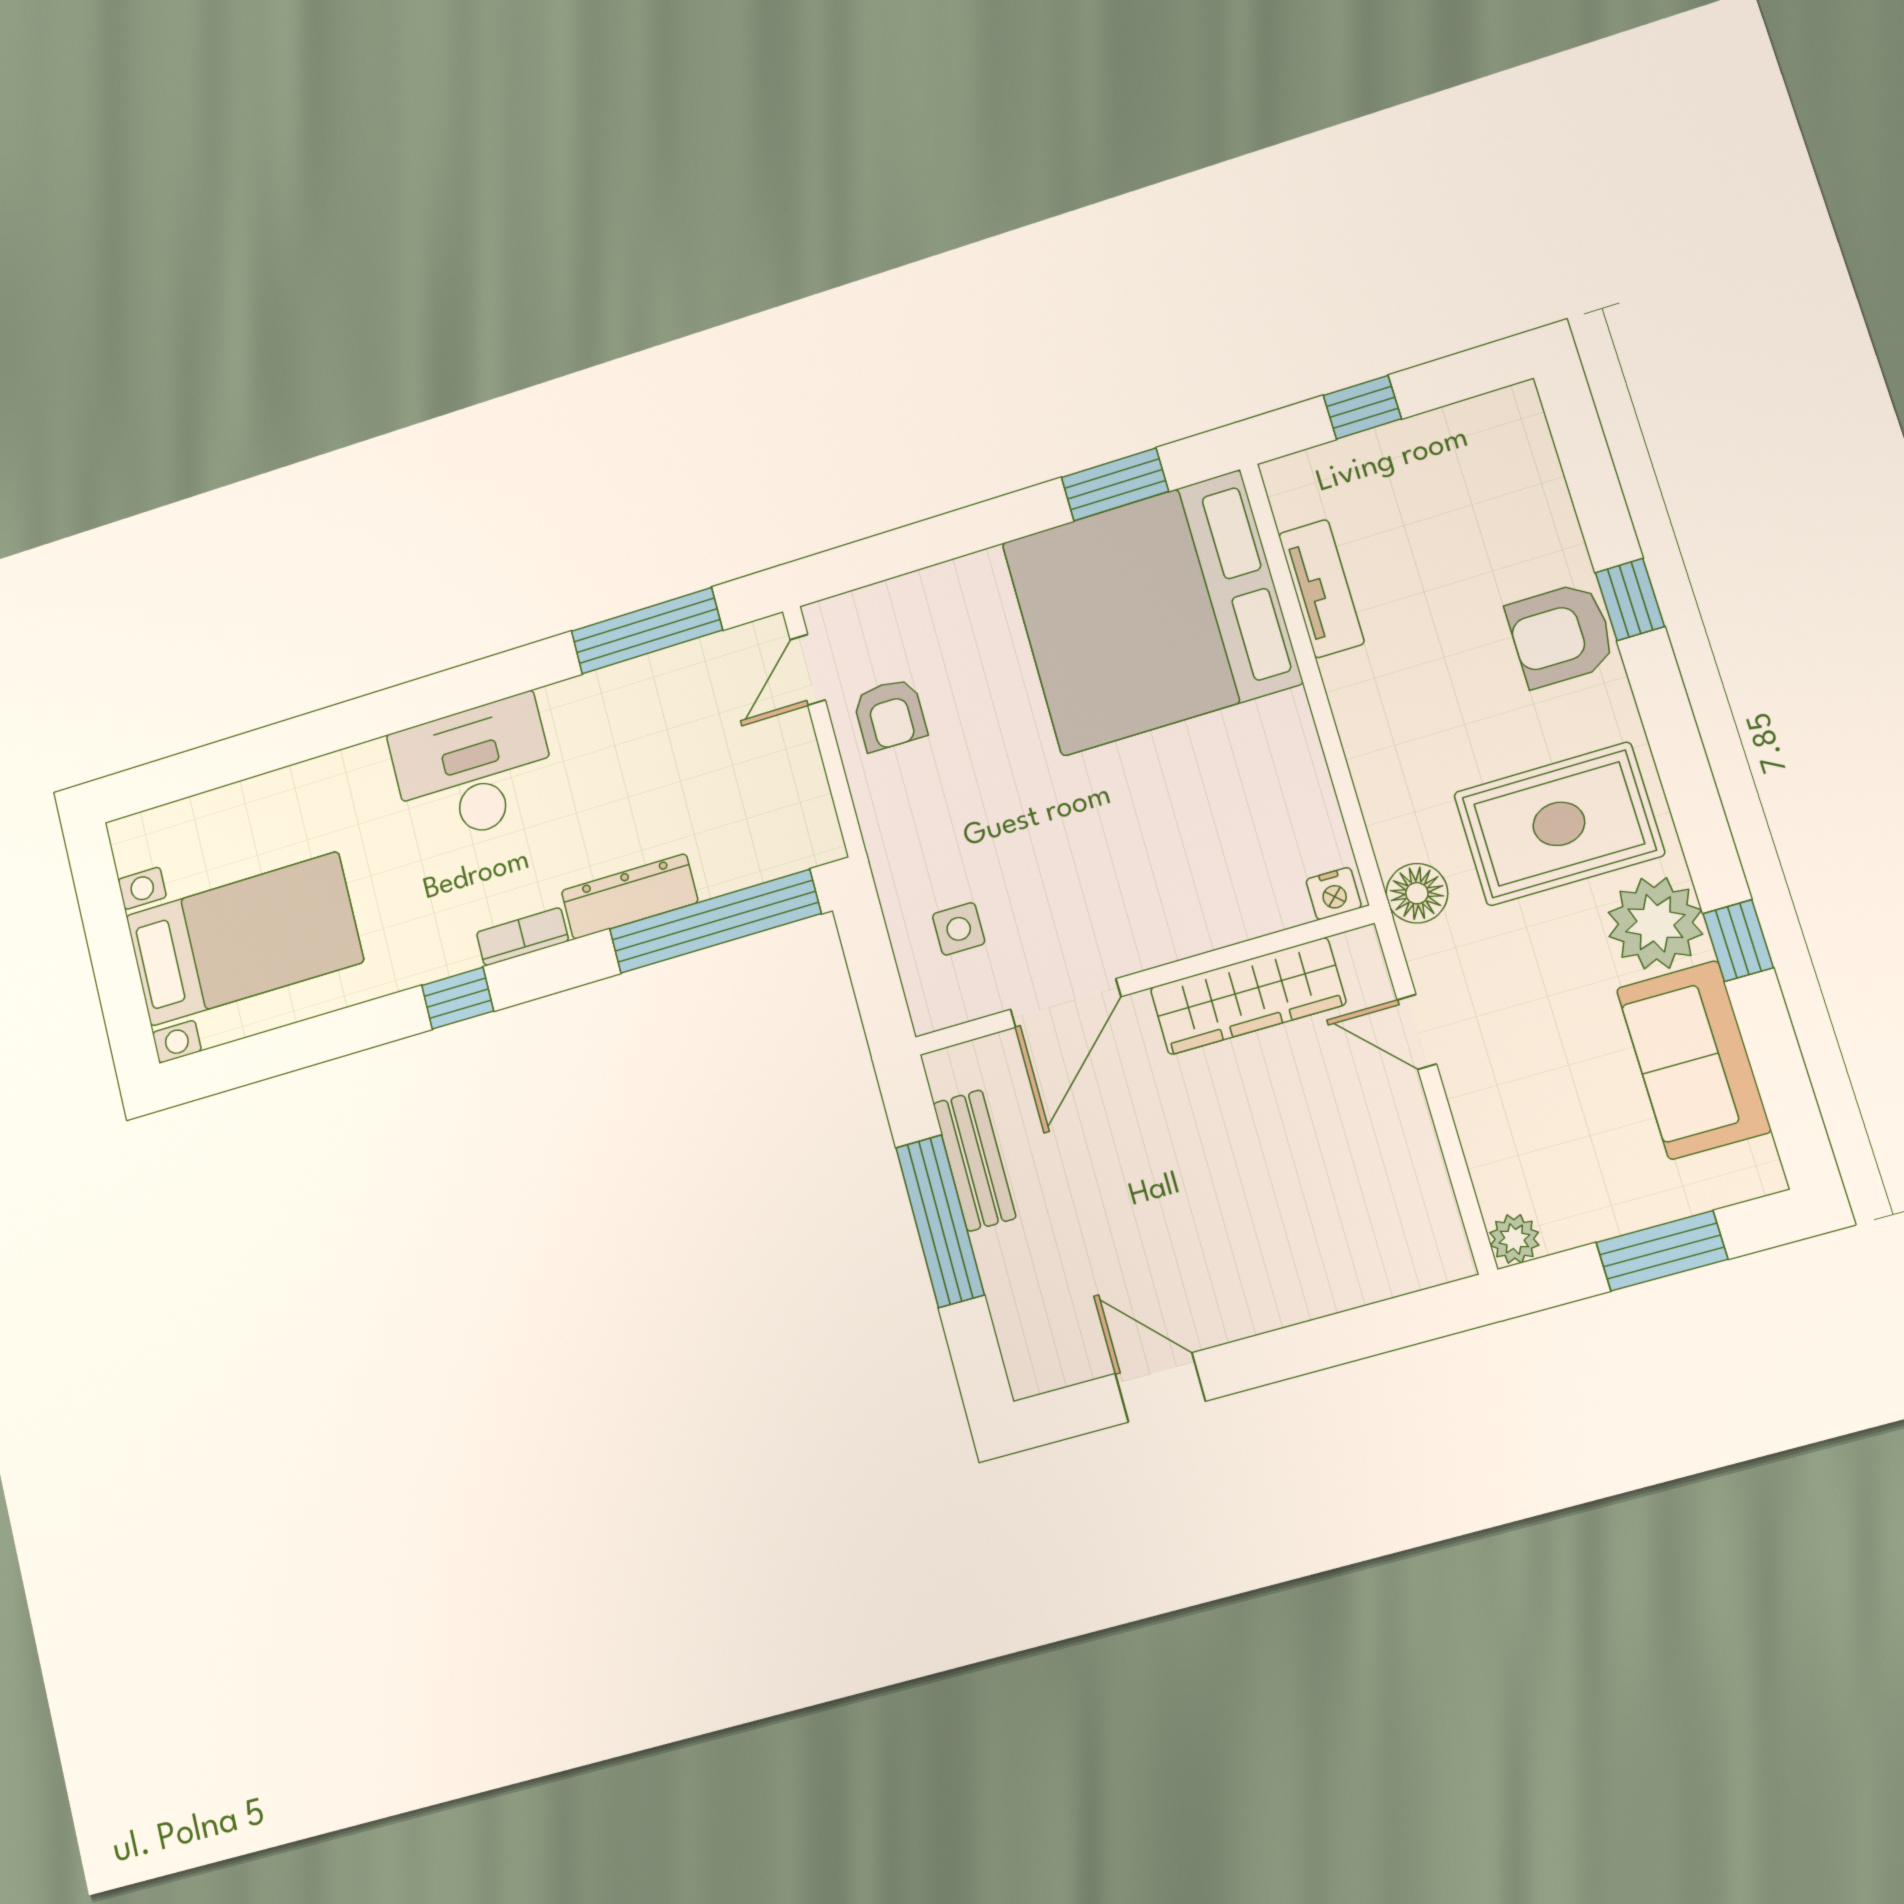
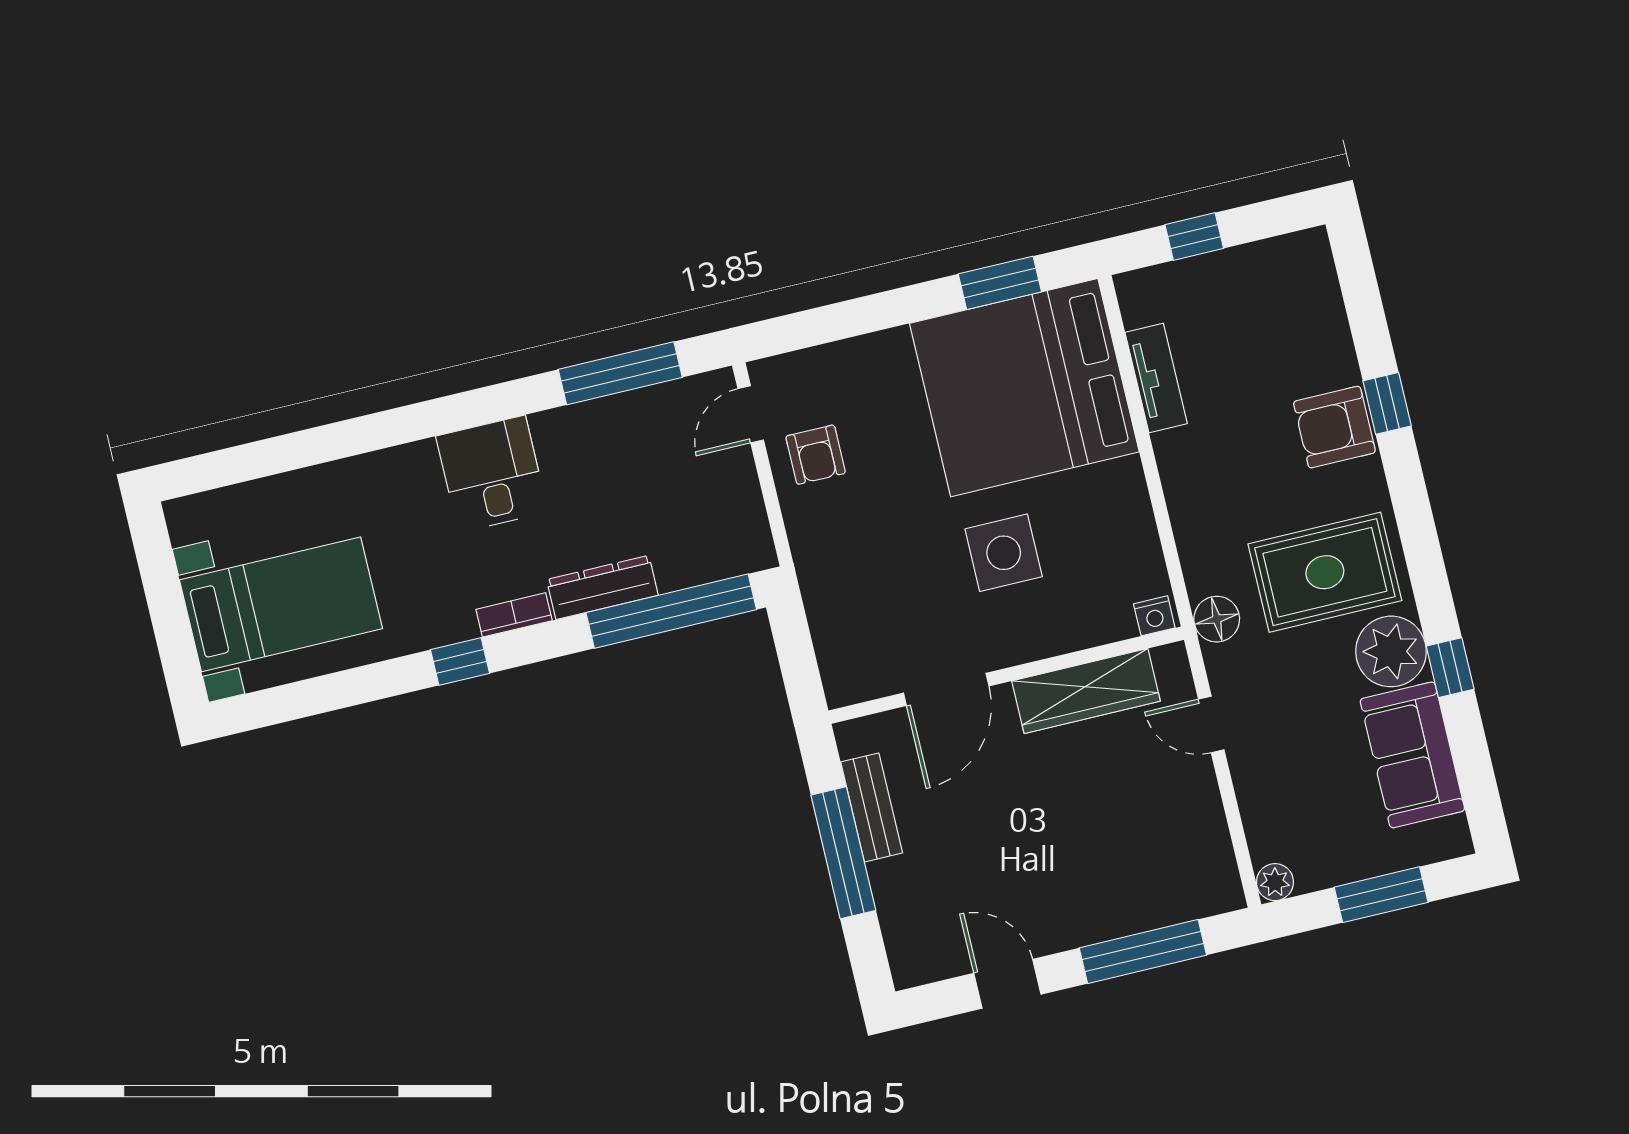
desk: (474, 770) -> (492, 474), width x0.73
side table: (959, 929) -> (1004, 553), moved, width x1.87, depth x1.87
window: (1340, 1339) -> (1143, 951), added

